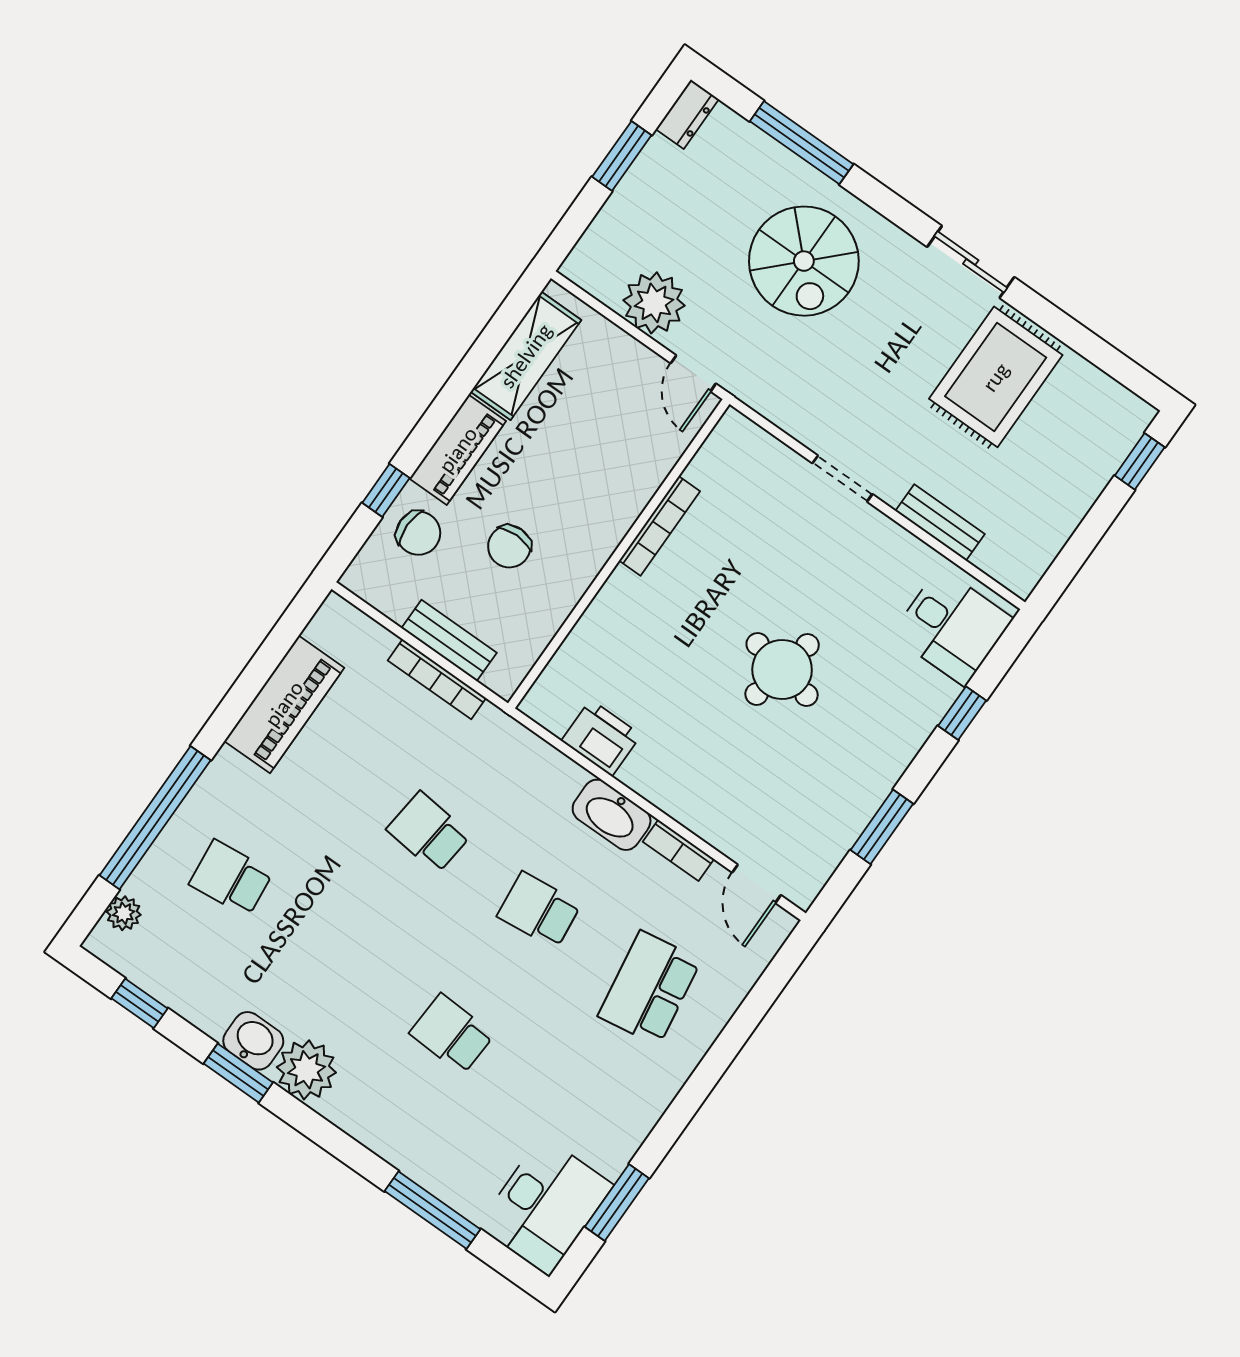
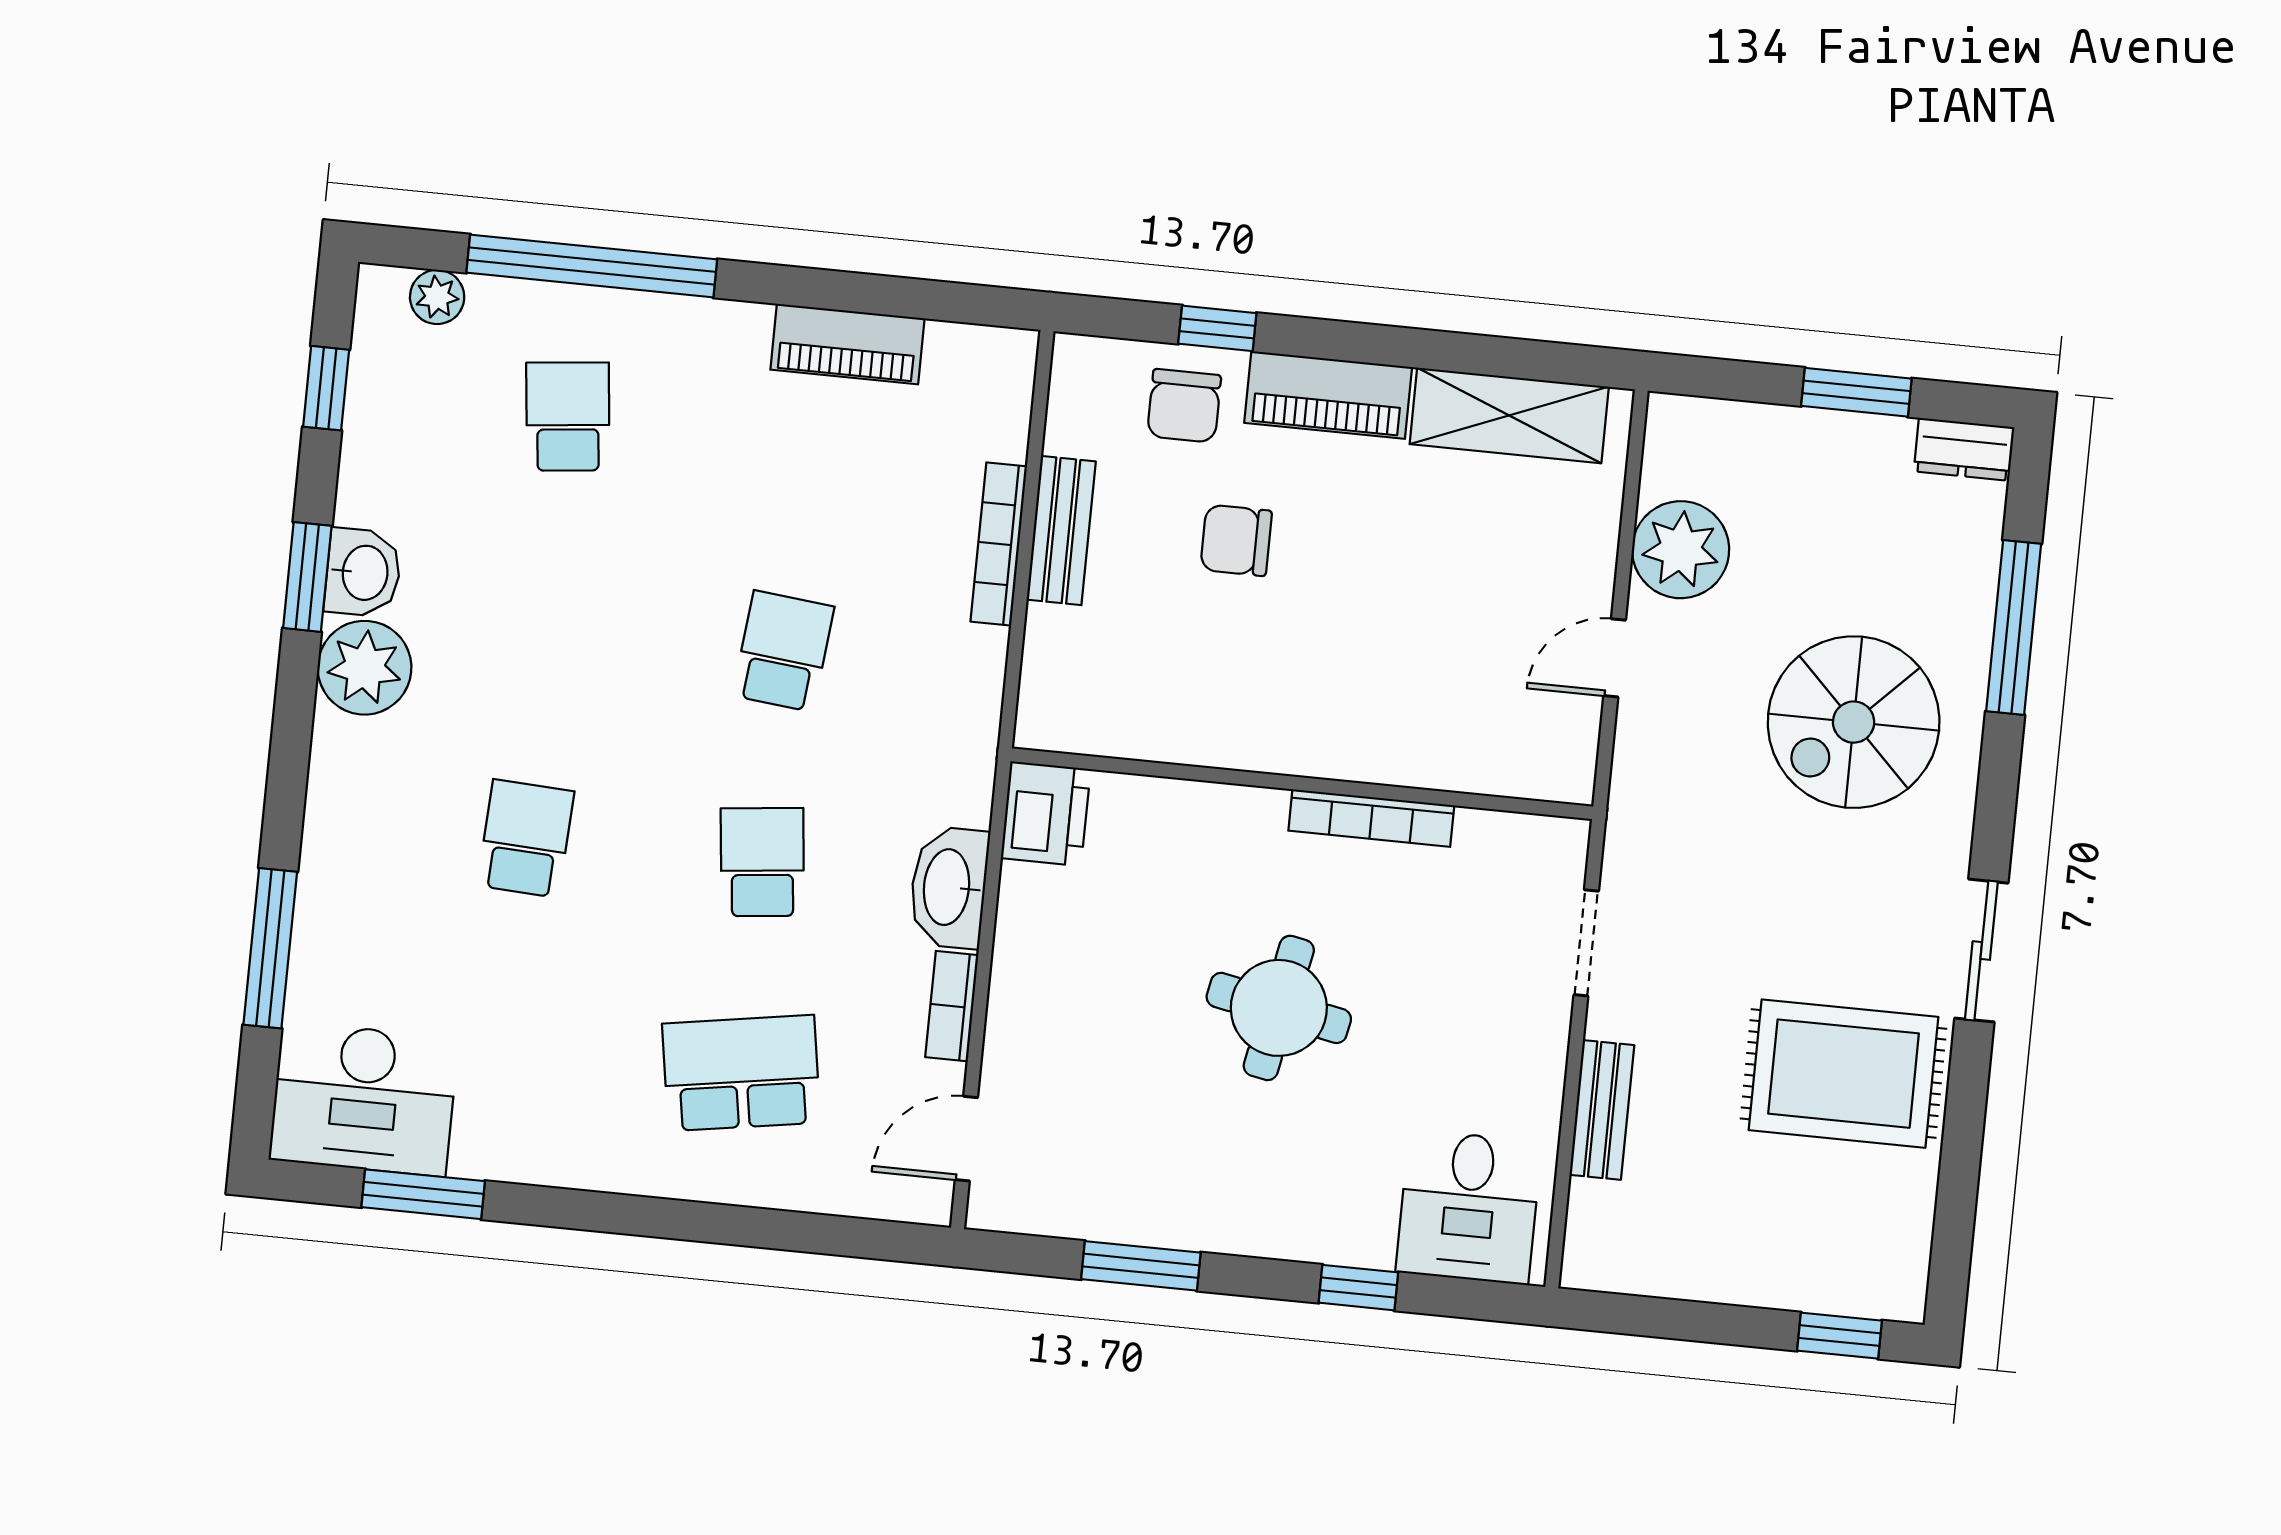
bookcase: (659, 526) -> (1371, 818), moved
wall: (619, 554) -> (1302, 784), moved
piano: (284, 704) -> (848, 344), width x0.73, depth x0.75

